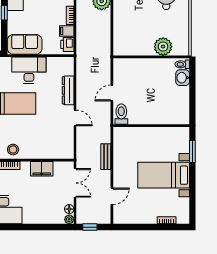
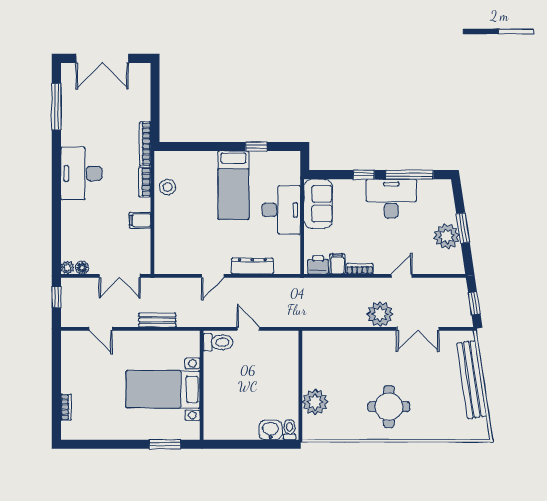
filing cabinet: (42, 169) -> (140, 220), width x0.50
bed with nightstands: (164, 175) -> (163, 389), moved, turned -90

